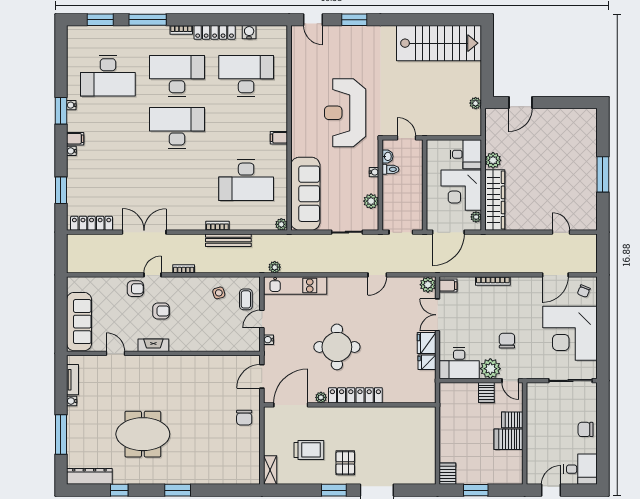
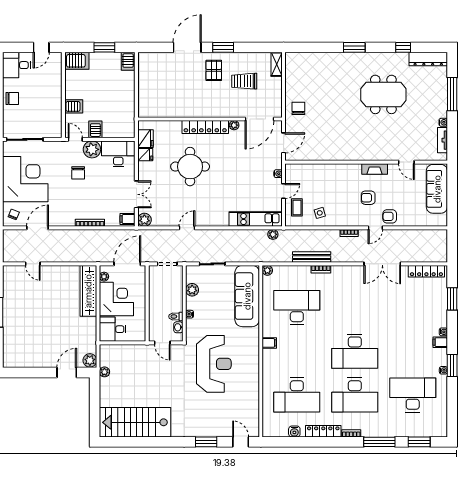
plant: (493, 160) -> (90, 360), moved
fridge: (427, 343) -> (146, 139), moved
round table: (337, 347) -> (190, 167), moved
server rack: (508, 439) -> (77, 61), moved

